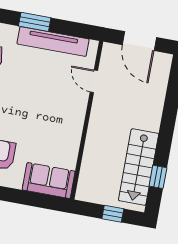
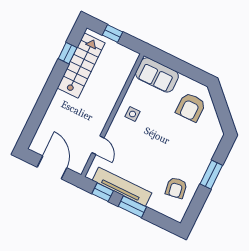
window: (73, 29) -> (103, 192), added
side table: (64, 128) -> (132, 114), added

